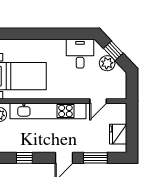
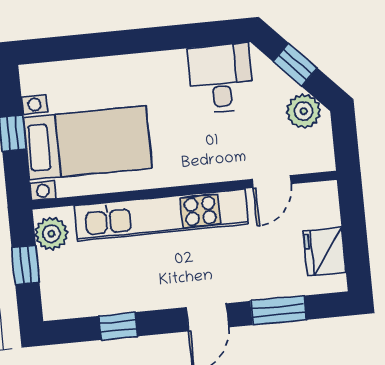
plant: (107, 63) -> (304, 111), moved

